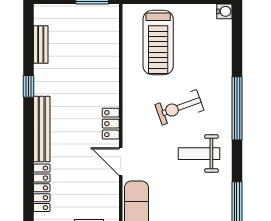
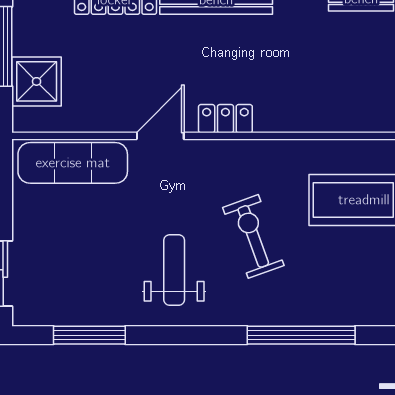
window: (237, 108) -> (301, 335), moved

